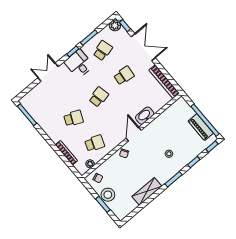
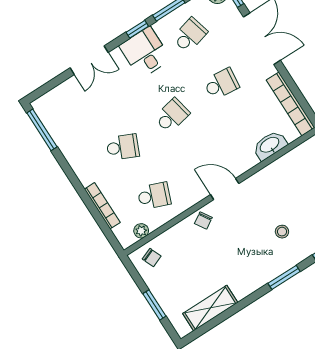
double door: (48, 72) -> (89, 60), swing flipped
washbasin: (145, 116) -> (270, 145), moved
door: (134, 134) -> (225, 189), hinge flipped
shelving: (147, 191) -> (210, 308), moved
stool: (108, 195) -> (165, 289), removed

